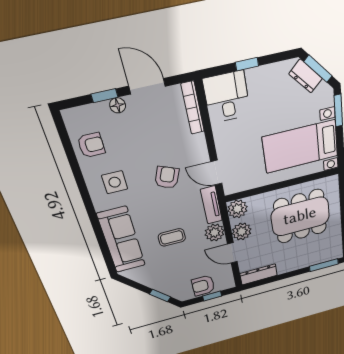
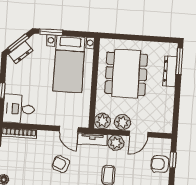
door: (216, 173) -> (69, 129), hinge flipped
dresser: (259, 274) -> (170, 71), moved
armchair: (203, 286) -> (160, 164), turned 90

